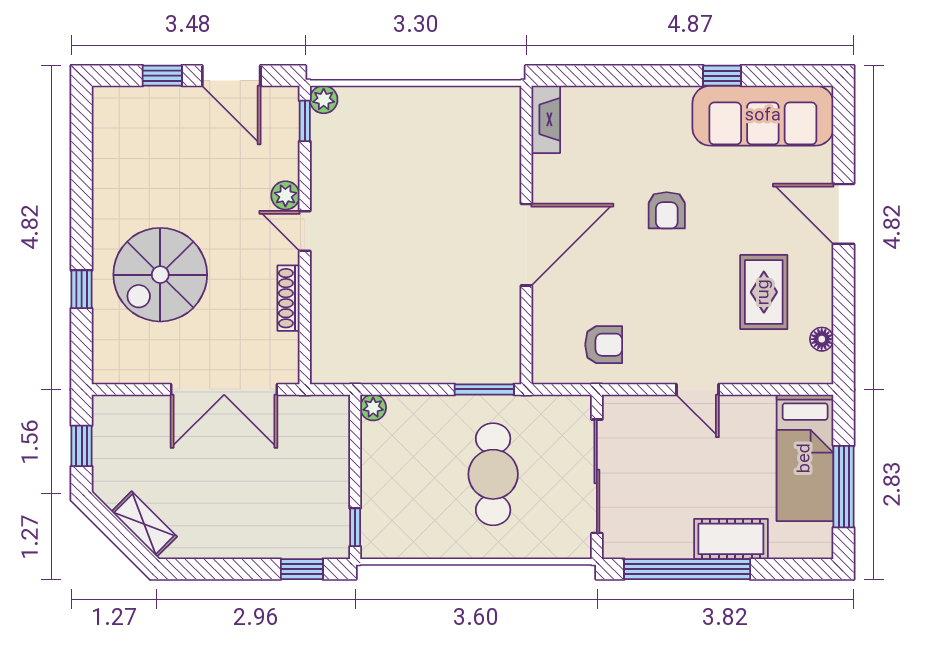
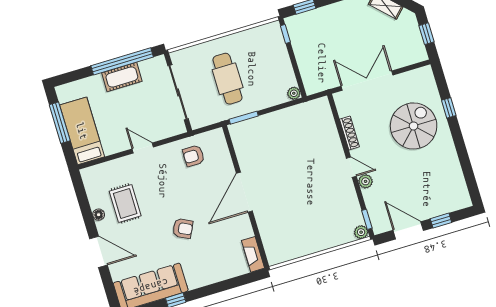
armchair: (667, 210) -> (183, 228), turned 116
floor lamp: (822, 339) -> (99, 215), moved
cot: (731, 539) -> (122, 77), moved

